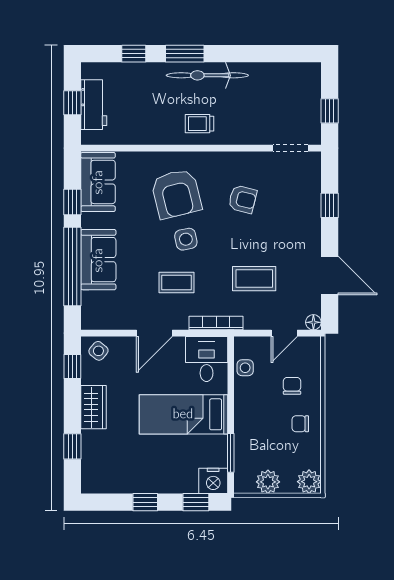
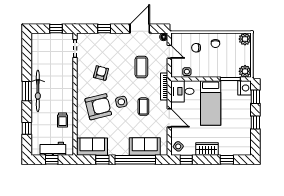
window: (185, 54) -> (27, 91), moved
trolley: (199, 124) -> (62, 120), moved
sofa: (98, 260) -> (145, 146), moved
plant: (268, 482) -> (245, 71), moved

